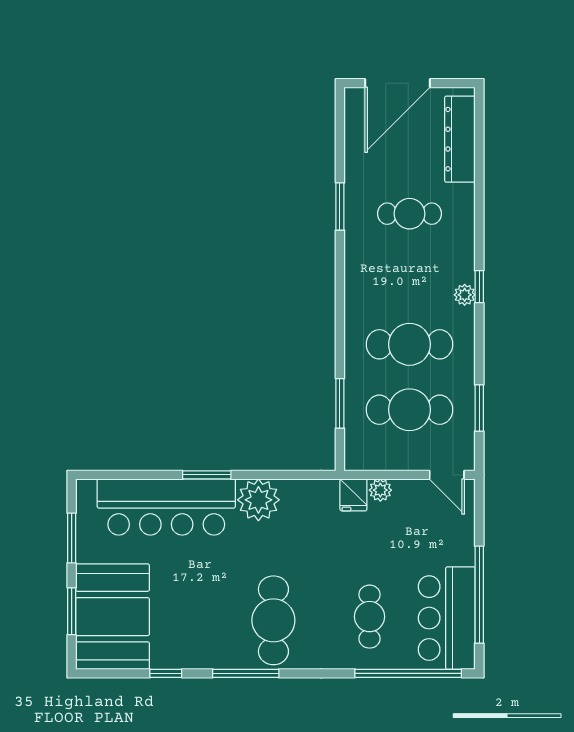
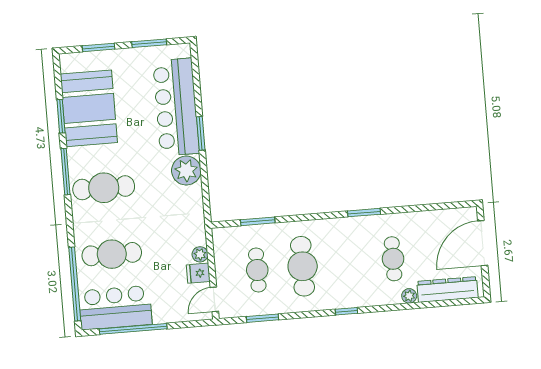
door: (398, 83) -> (483, 243), hinge flipped
window: (340, 207) -> (364, 213), moved
plant: (465, 295) -> (409, 296), moved
cafe table: (410, 410) -> (257, 270), width x0.73, depth x0.74
fridge: (353, 495) -> (198, 273), moved
booth: (113, 617) -> (89, 108), moved, turned 90
cafe table: (370, 617) -> (112, 254), width x1.37, depth x1.35
window: (166, 673) -> (61, 116), width x1.50

